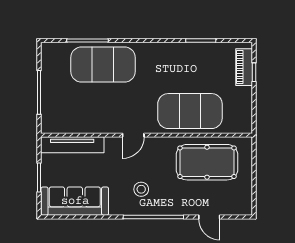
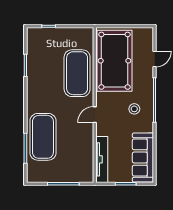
piano: (244, 67) -> (45, 34), removed
door: (133, 135) -> (95, 115), swing flipped
pool table: (207, 162) -> (115, 61), width x1.36, depth x1.32

